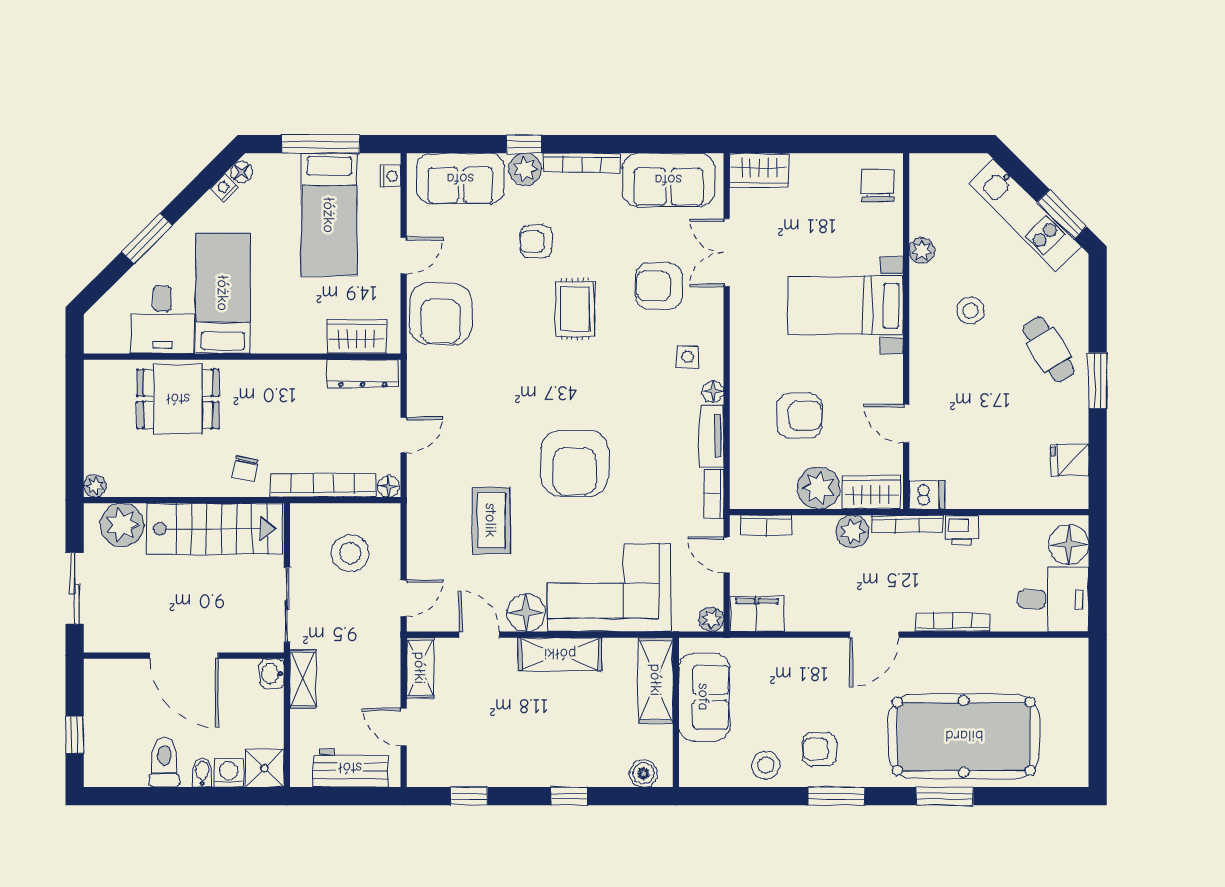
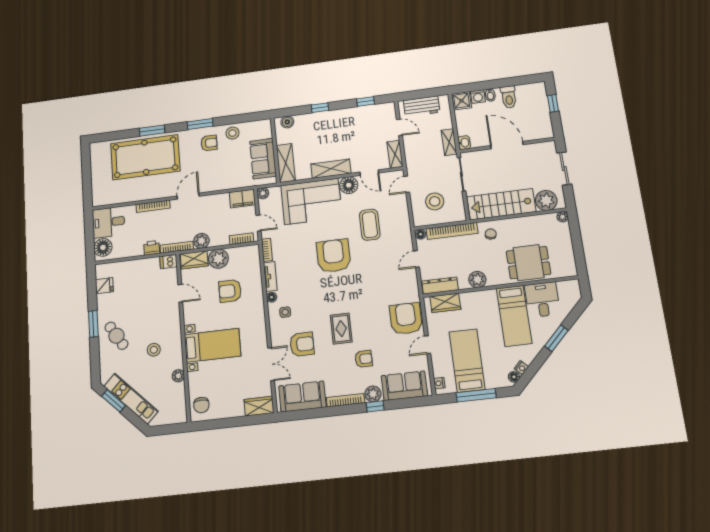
plant: (286, 377) -> (477, 280), added

